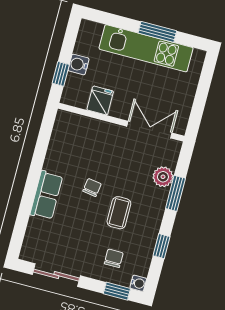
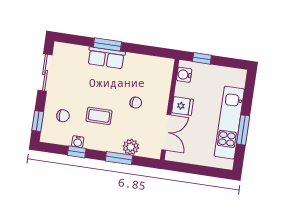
water cooler: (78, 64) -> (184, 75), moved, turned -90
fridge: (100, 101) -> (183, 106), moved
chair: (92, 188) -> (136, 103), moved
window: (30, 192) -> (107, 44), added
water cooler: (138, 283) -> (78, 142), moved

